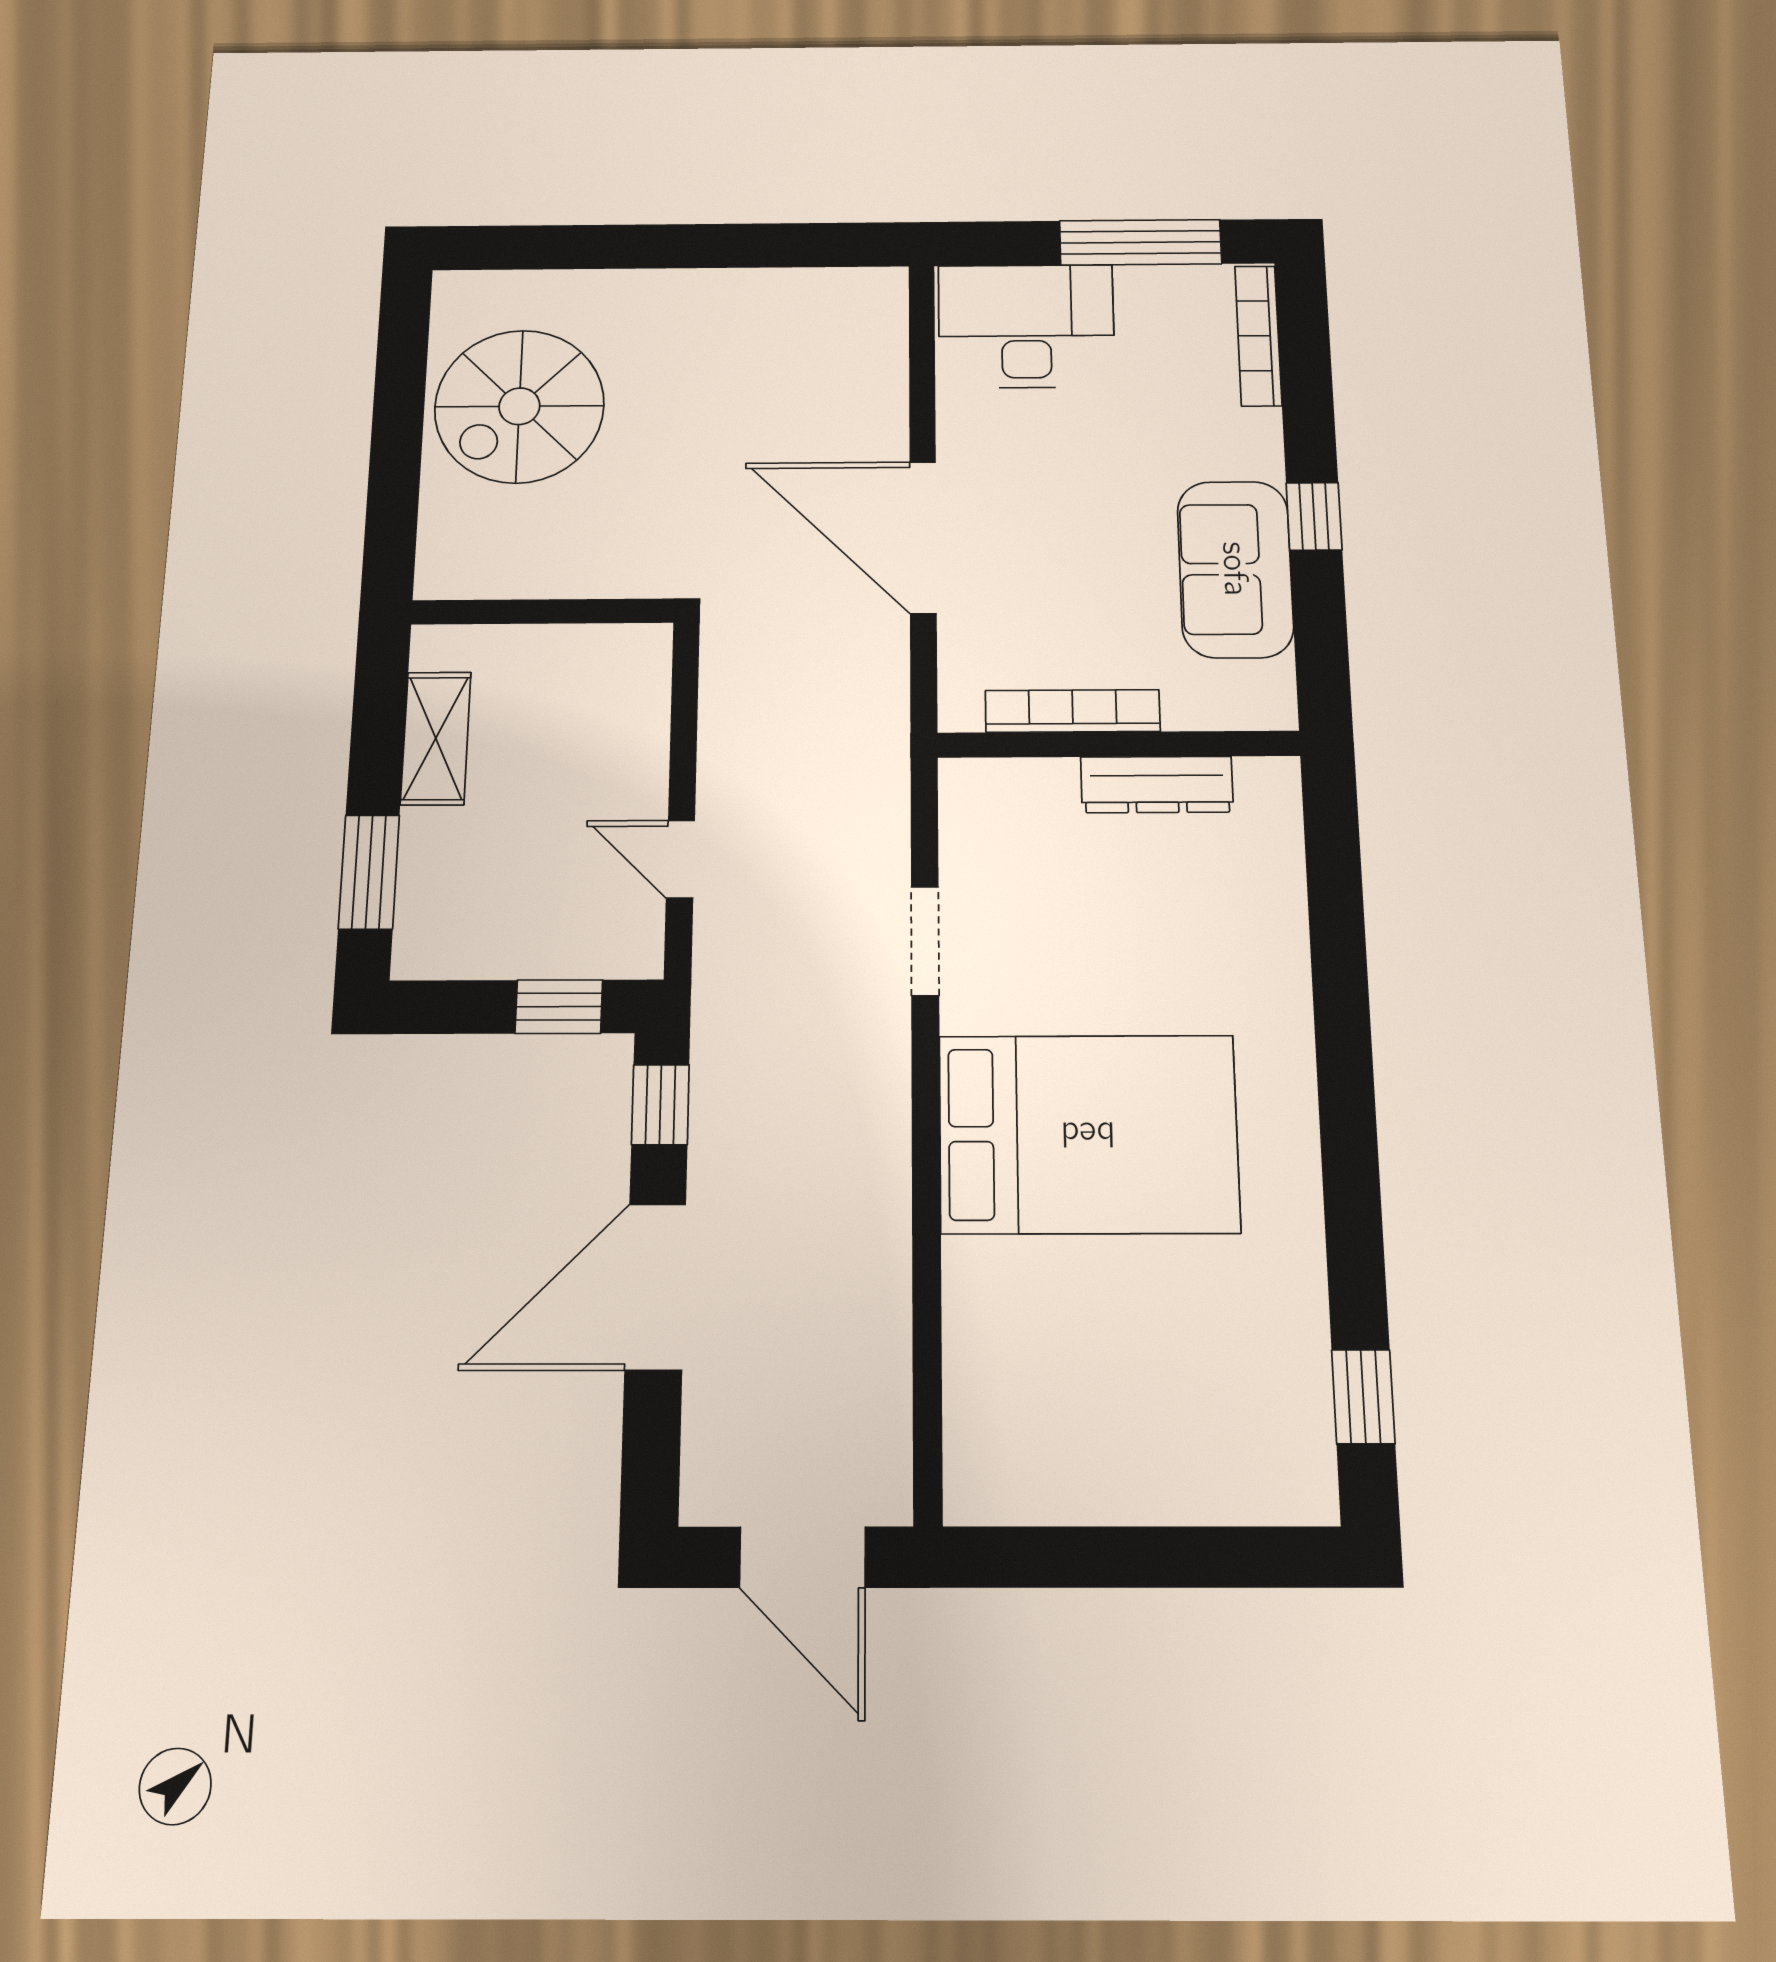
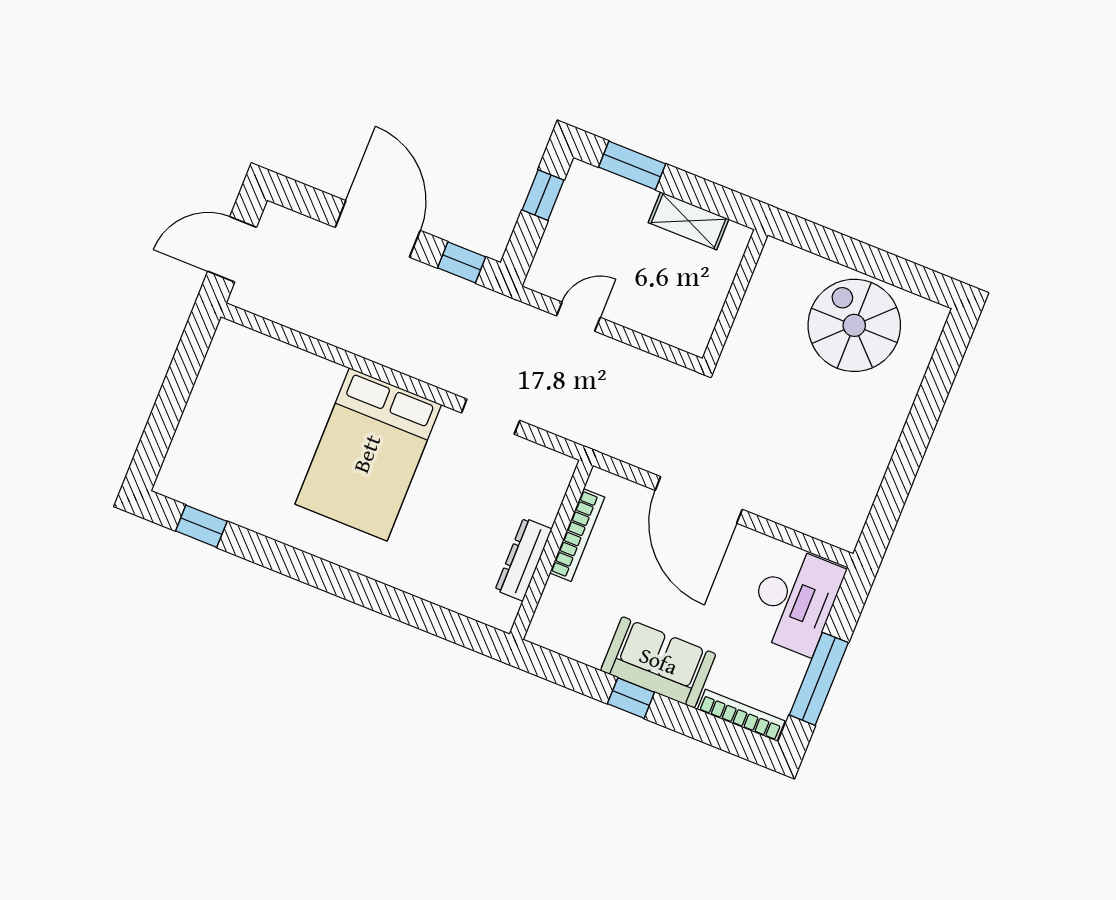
door: (923, 537) -> (699, 500), swing flipped
sofa: (1235, 569) -> (658, 662), moved
window: (559, 1007) -> (543, 195), moved

